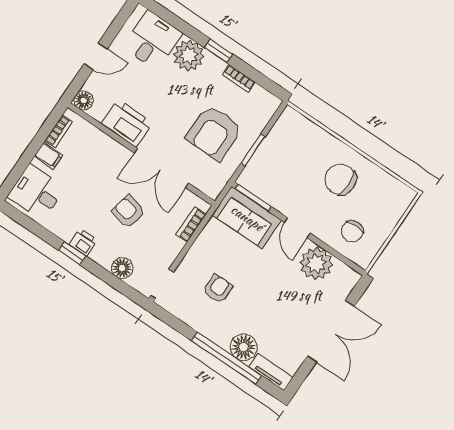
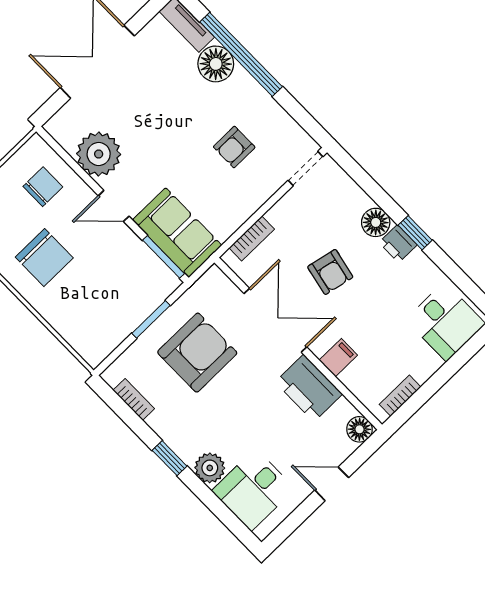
plant: (189, 55) -> (210, 468), width x0.73, depth x0.73
bookcase: (239, 78) -> (134, 399), moved
filing cabinet: (48, 156) -> (338, 358), moved, turned 90
door: (297, 228) -> (114, 206), swing flipped
floor lamp: (122, 268) -> (376, 222), moved

